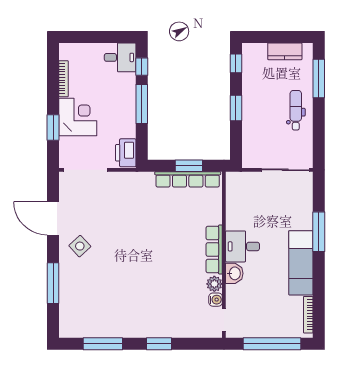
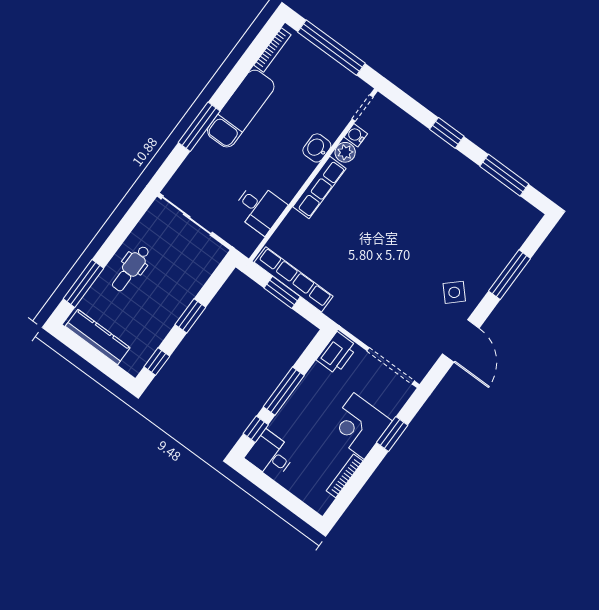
kitchen counter: (285, 51) -> (98, 337), width x1.50
desk: (243, 246) -> (259, 208), moved

